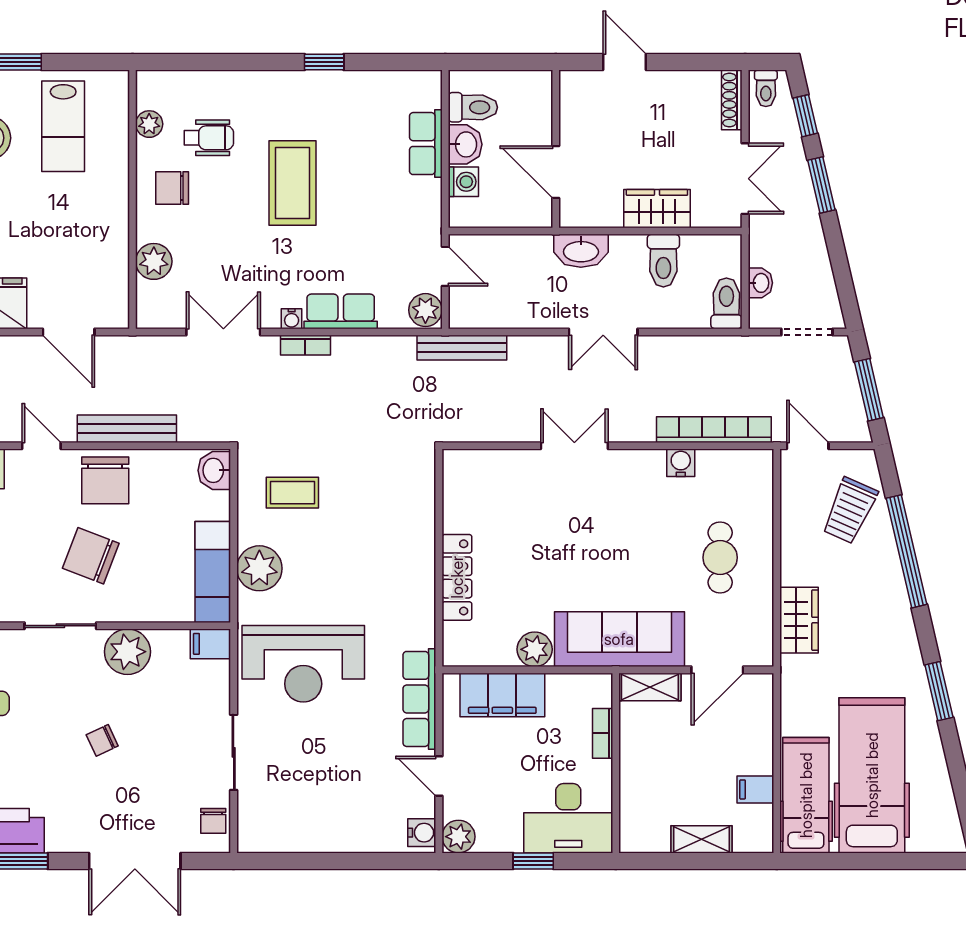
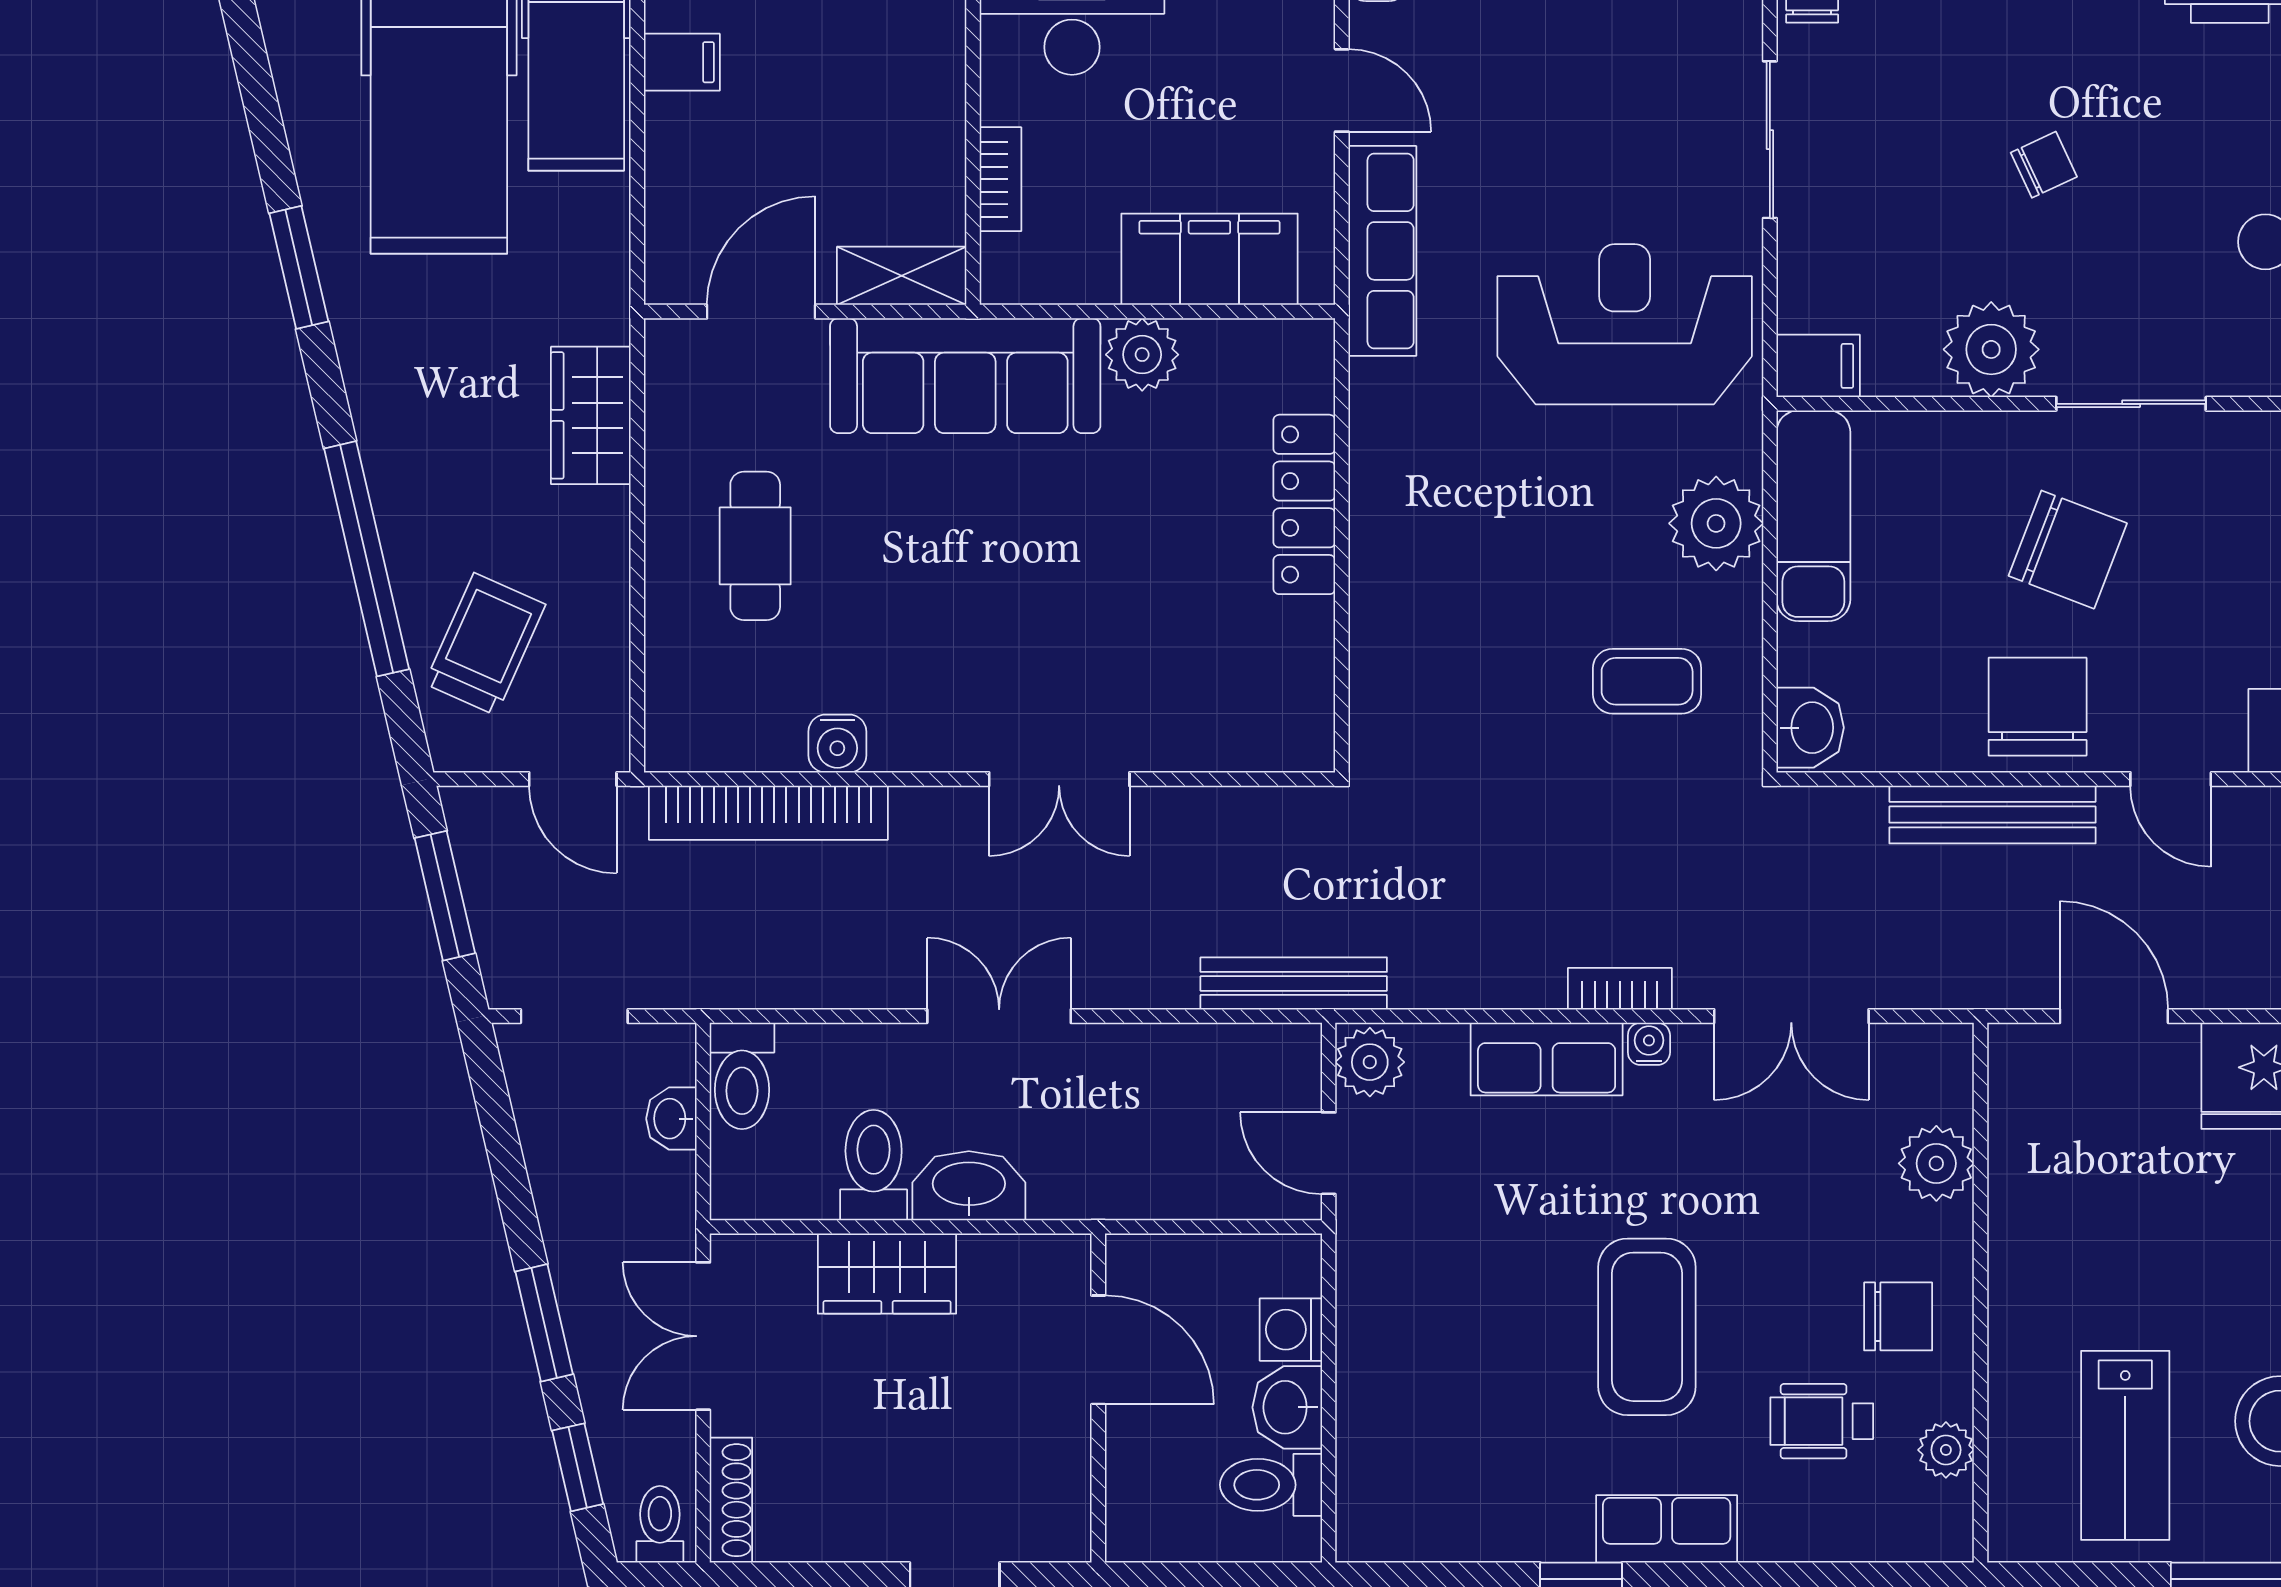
lab bench: (63, 126) -> (2125, 1445), turned 180
row of seats: (426, 144) -> (1667, 1529), moved, turned -90
washbasin: (581, 251) -> (969, 1186), moved

